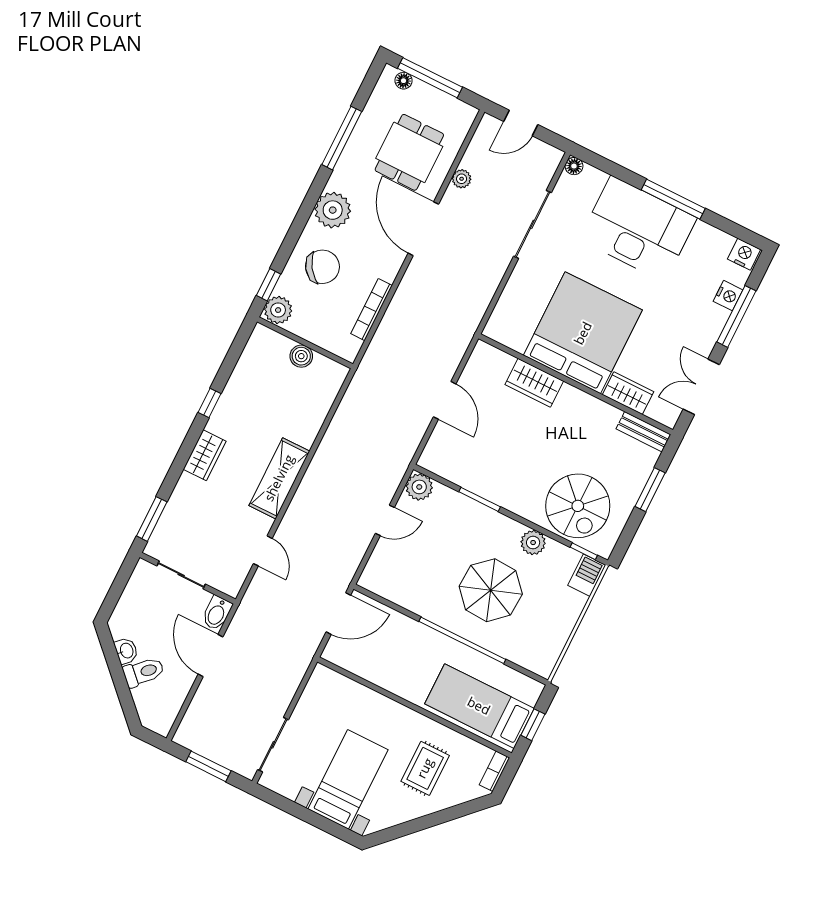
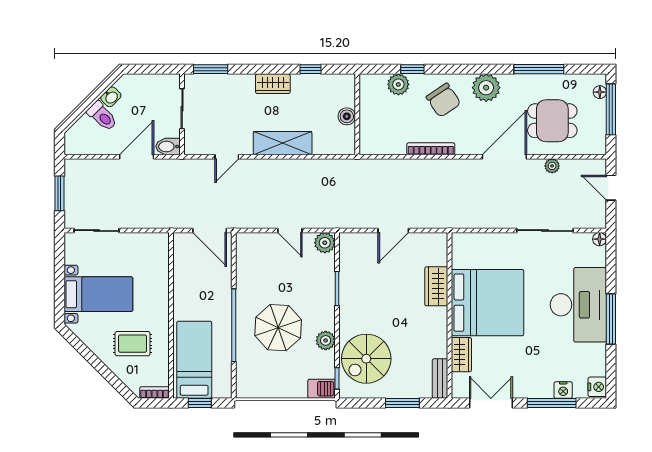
wall: (305, 343) -> (357, 114), moved
boiler: (301, 356) -> (347, 116), moved

